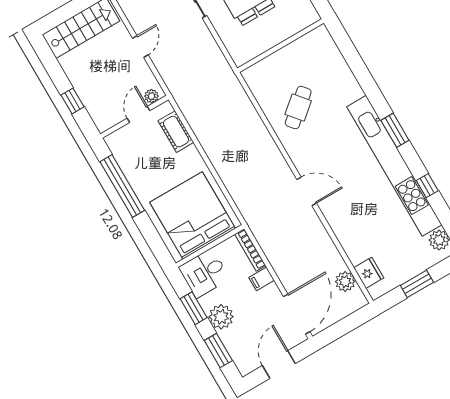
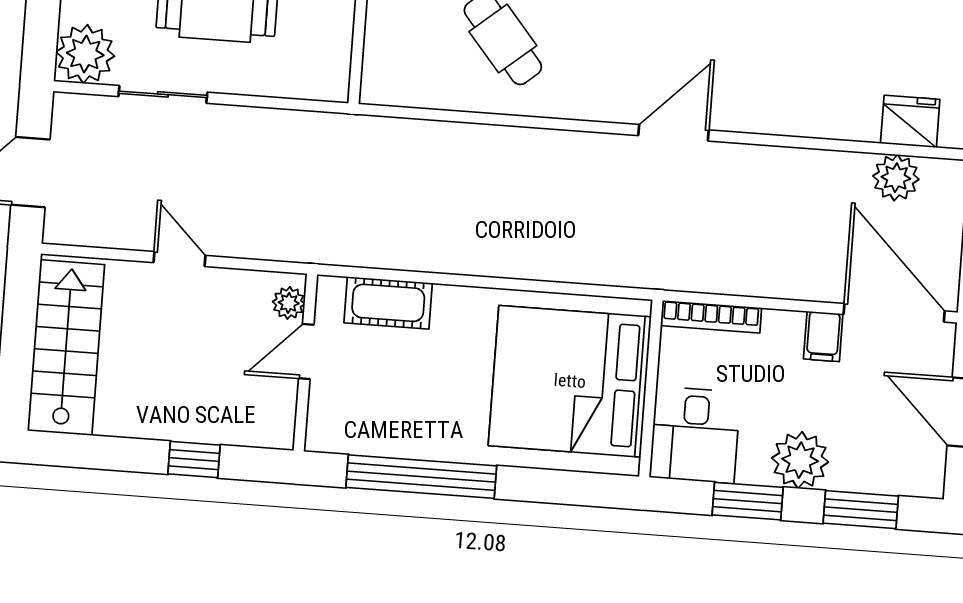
door: (138, 114) -> (306, 352), hinge flipped
filing cabinet: (262, 279) -> (823, 336), moved

